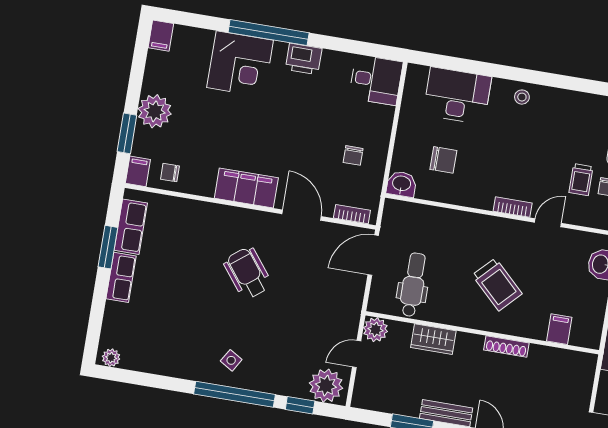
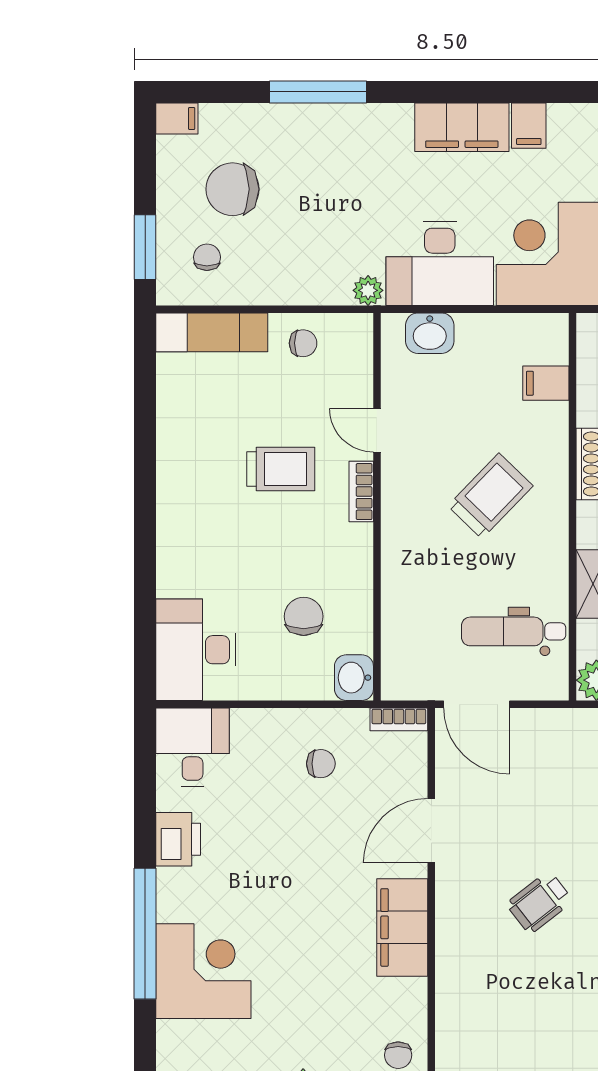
printer: (304, 59) -> (178, 839), moved
desk: (457, 96) -> (196, 650), moved
stool: (522, 97) -> (181, 506), removed
trolley: (581, 180) -> (281, 469), moved, width x1.36, depth x1.39
bookcase: (352, 214) -> (399, 719), moved, turned -90
wheelchair: (248, 273) -> (540, 902), width x0.73, depth x0.73

